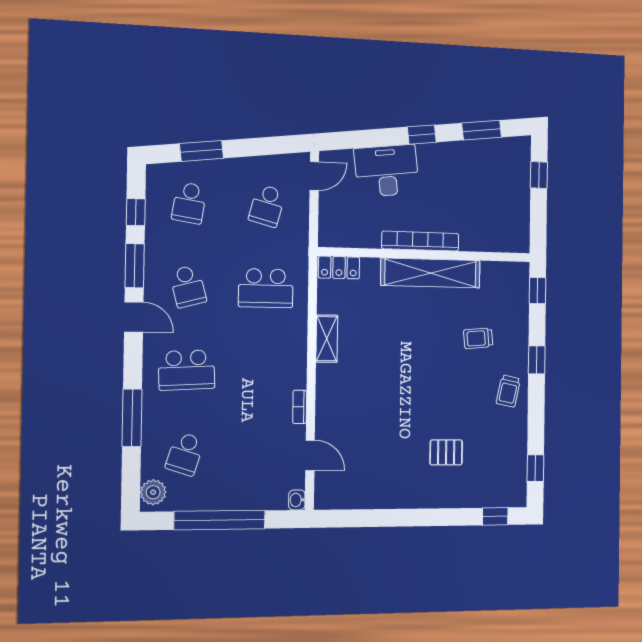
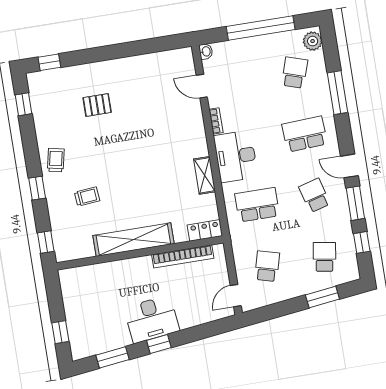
desk: (387, 171) -> (152, 319), moved
bookcase: (420, 241) -> (183, 256), moved
desk: (282, 356) -> (236, 156), added

